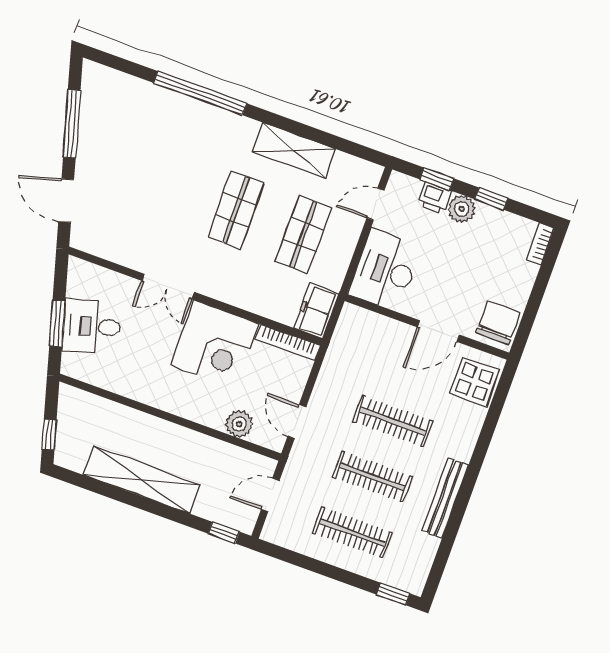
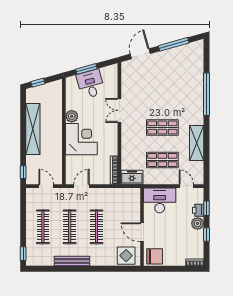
corner desk: (215, 344) -> (81, 139), moved, turned 180
plant: (239, 424) -> (72, 116), moved

